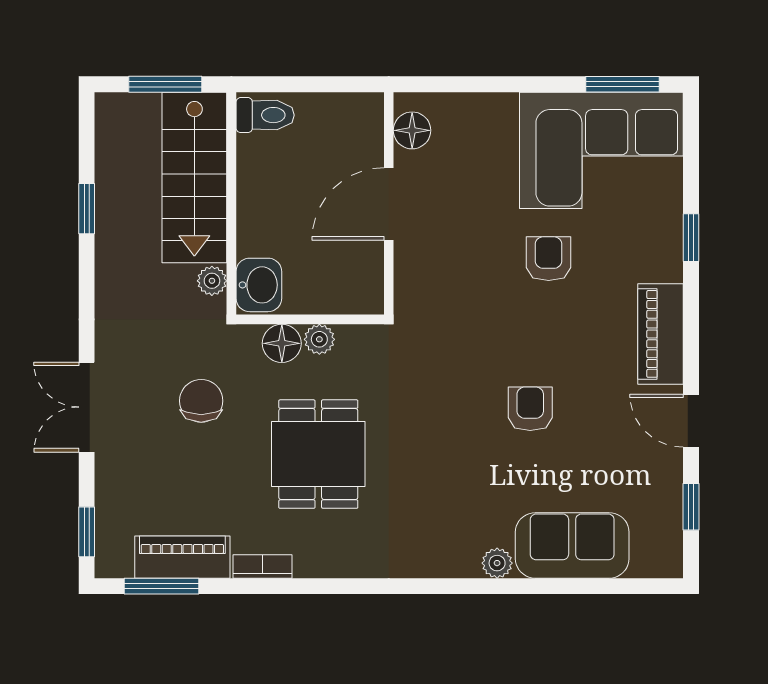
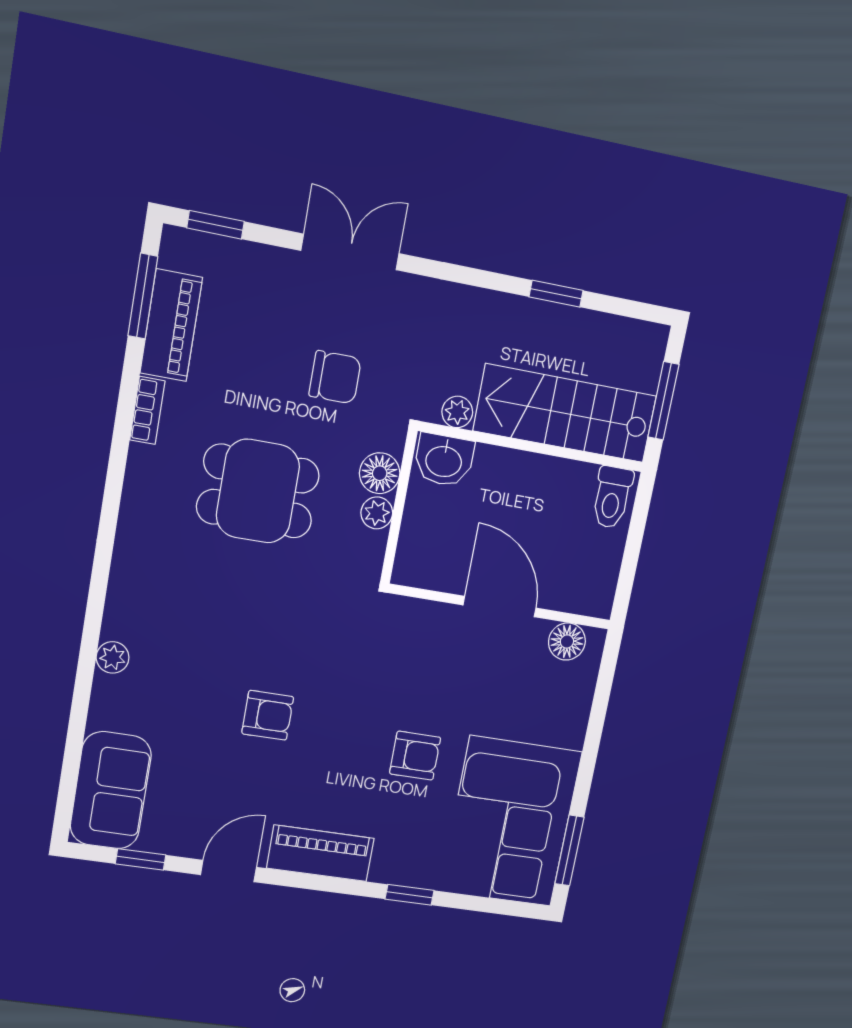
sofa: (572, 545) -> (111, 790), moved

